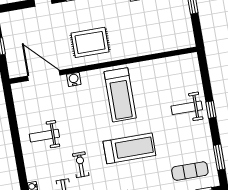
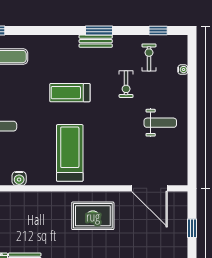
water cooler: (74, 79) -> (19, 178), moved
treadmill: (129, 148) -> (70, 93), width x0.73, depth x0.73

